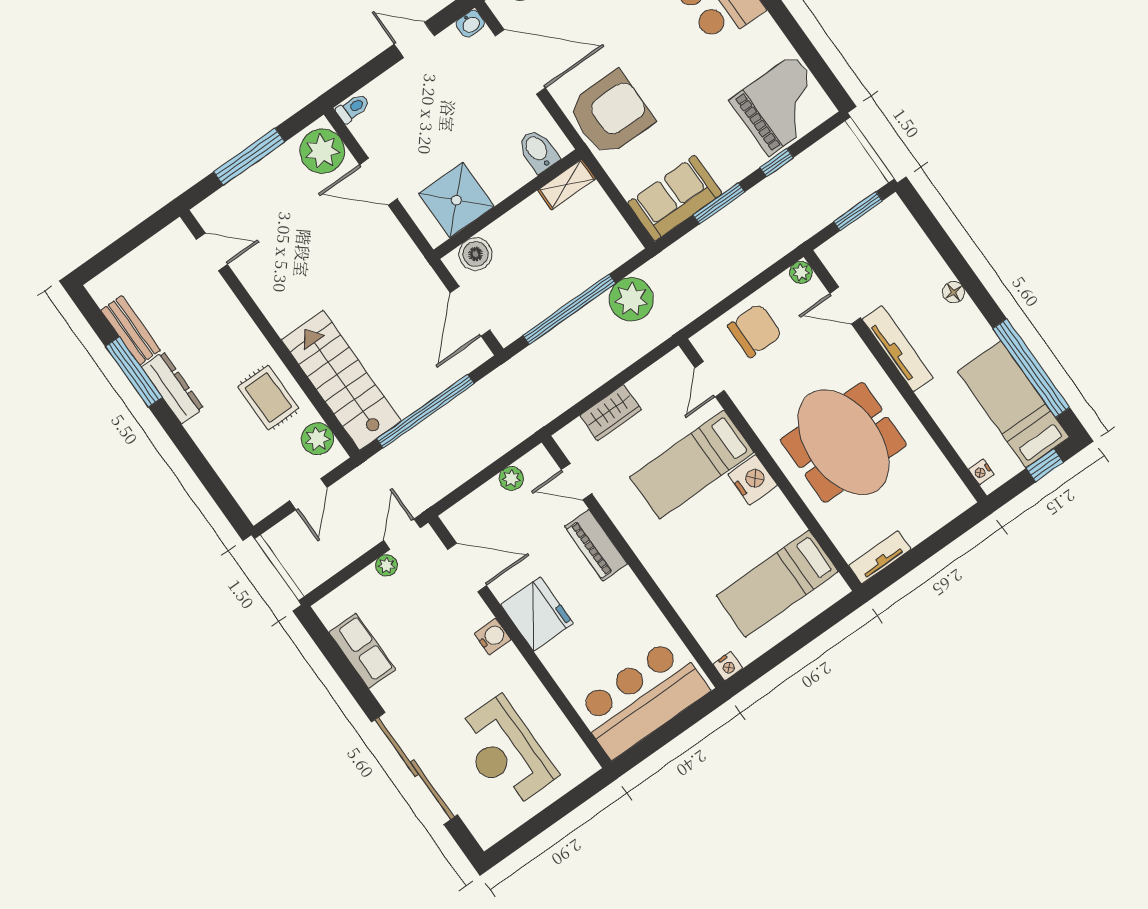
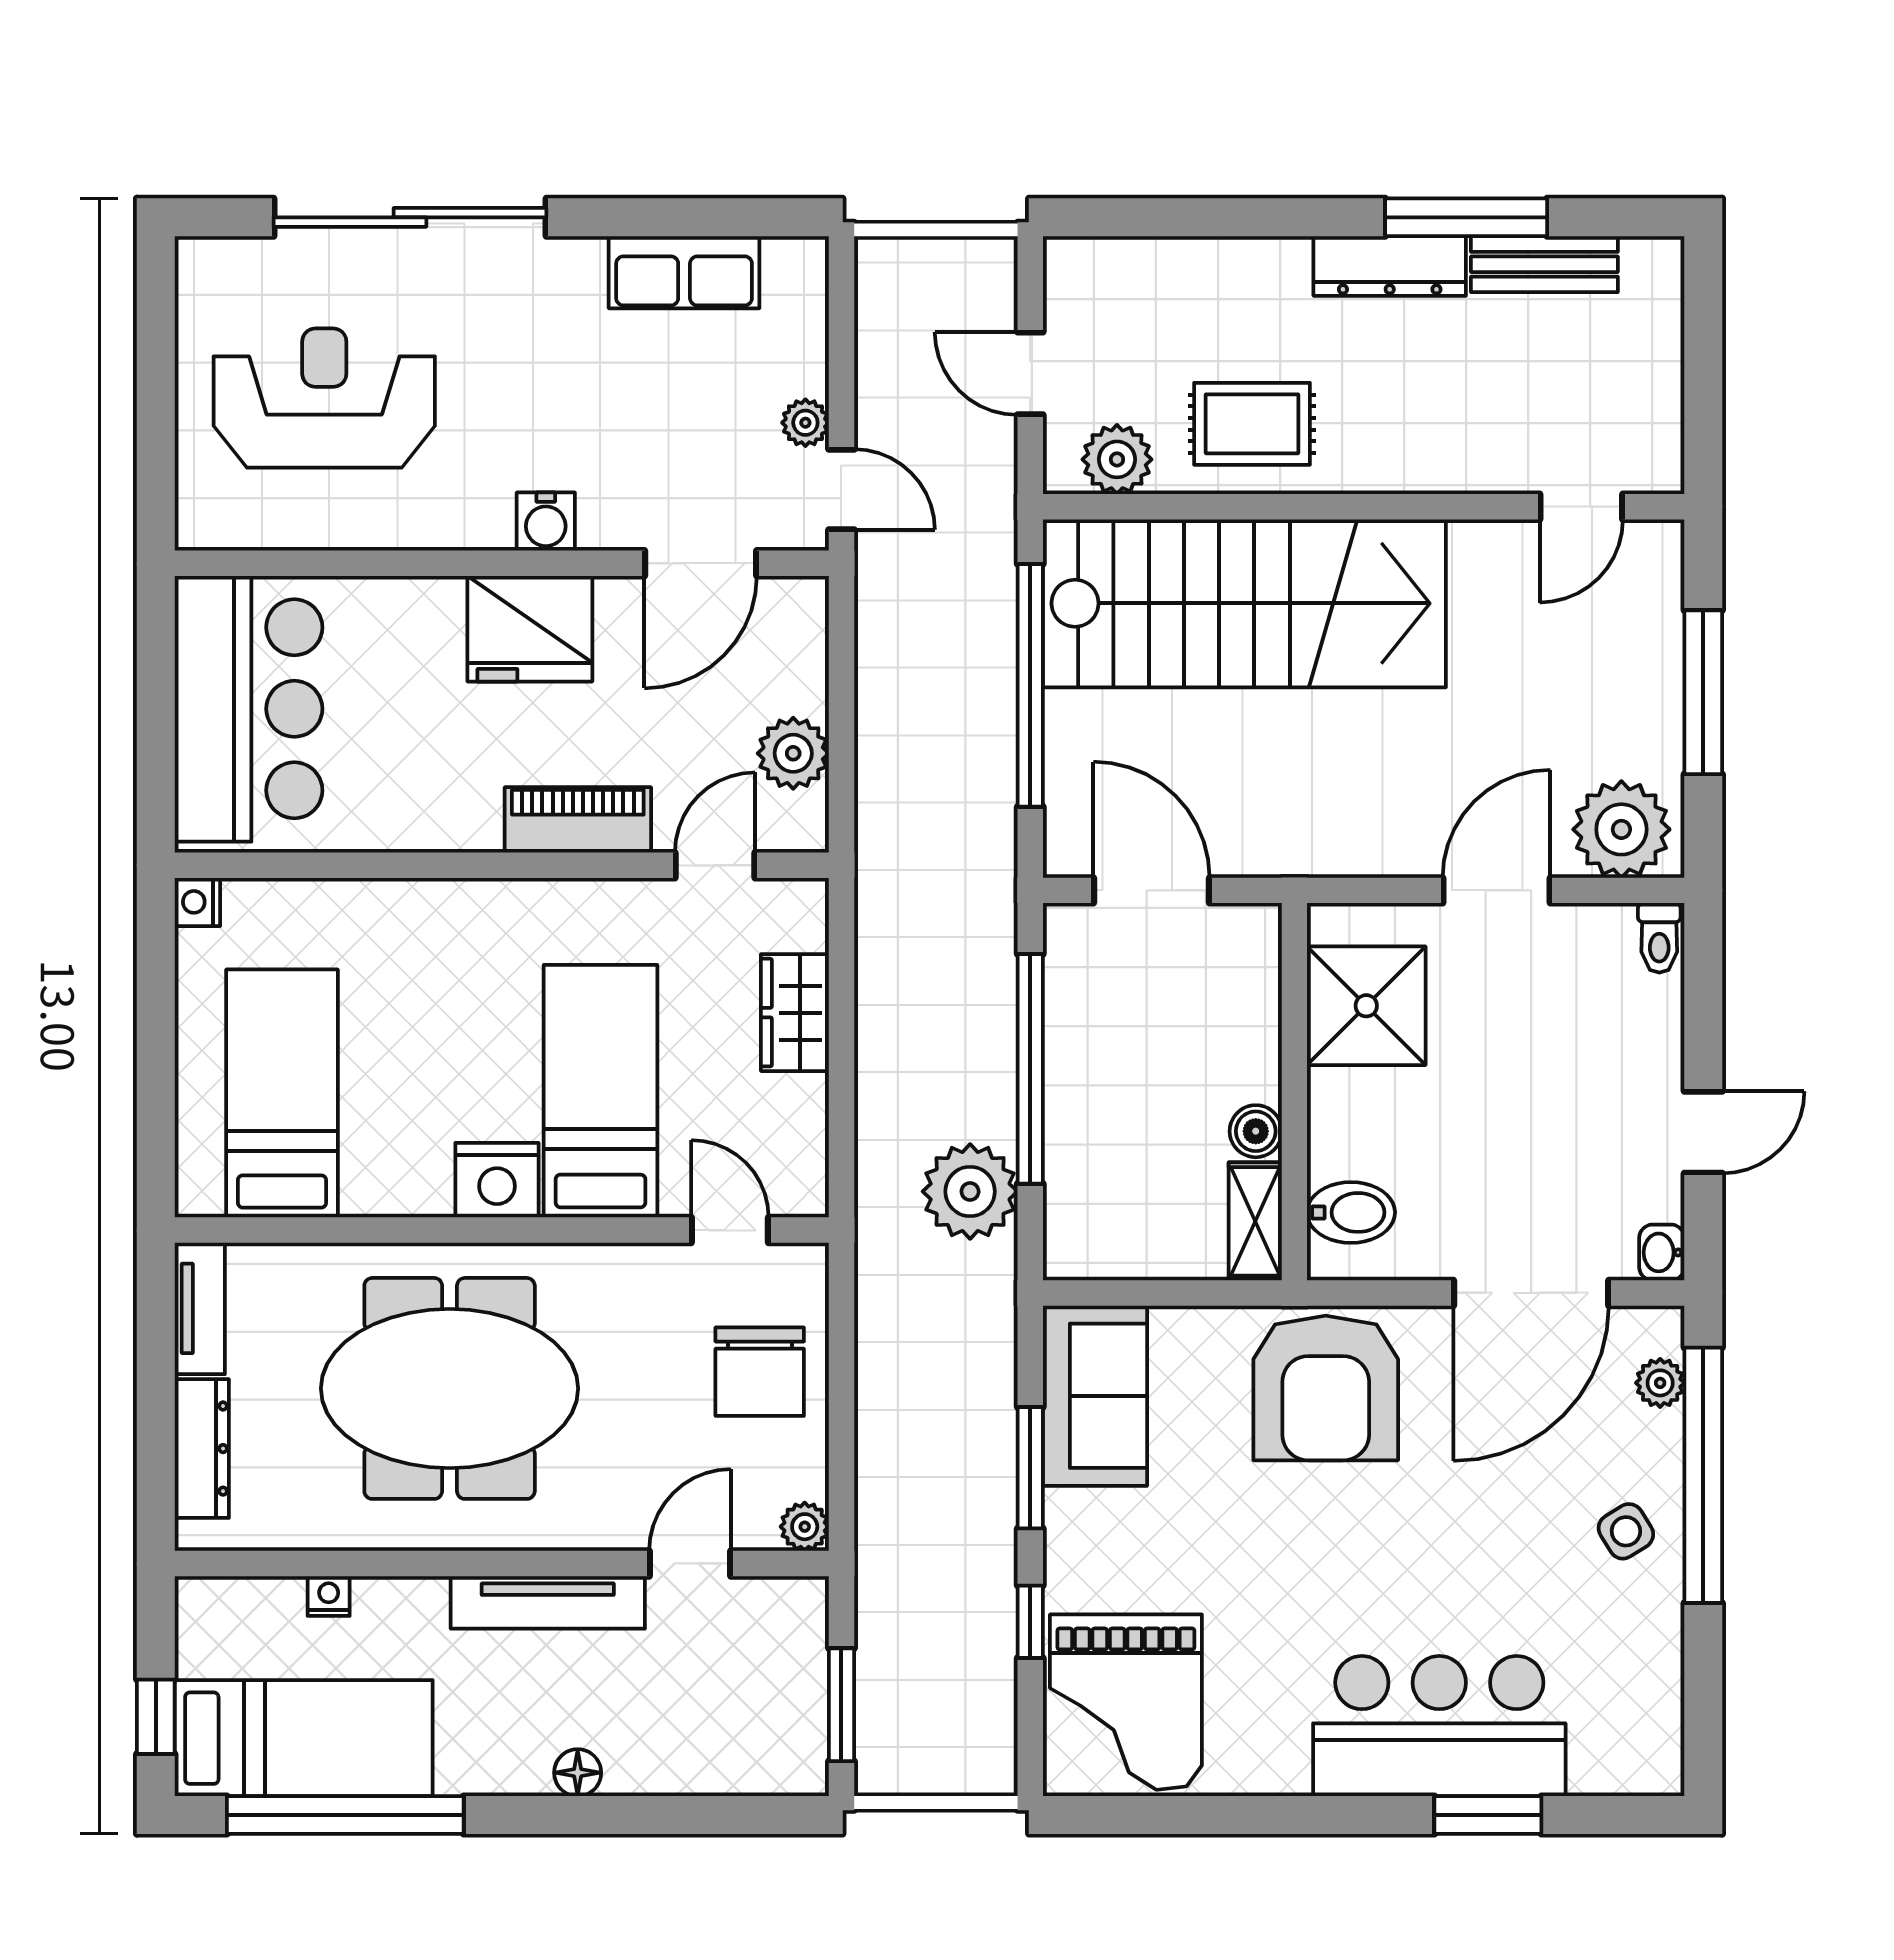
boiler: (475, 254) -> (1256, 1131), moved, width x0.73, depth x0.73
stairs: (341, 380) -> (1244, 603), width x1.36, depth x1.51
nightstand: (981, 472) -> (329, 1596), moved
plant: (511, 478) -> (793, 753), width x1.38, depth x1.38
dresser: (932, 519) -> (202, 1449), added

